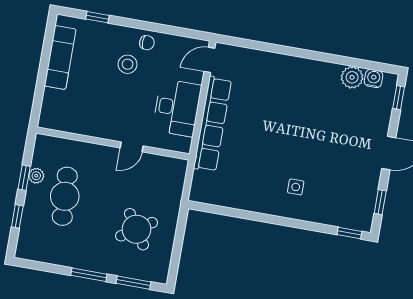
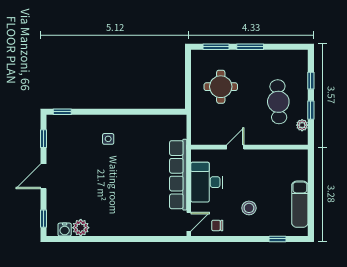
chair: (147, 43) -> (217, 225), moved
plant: (36, 176) -> (302, 125), moved
round table: (137, 229) -> (221, 87), turned 33

